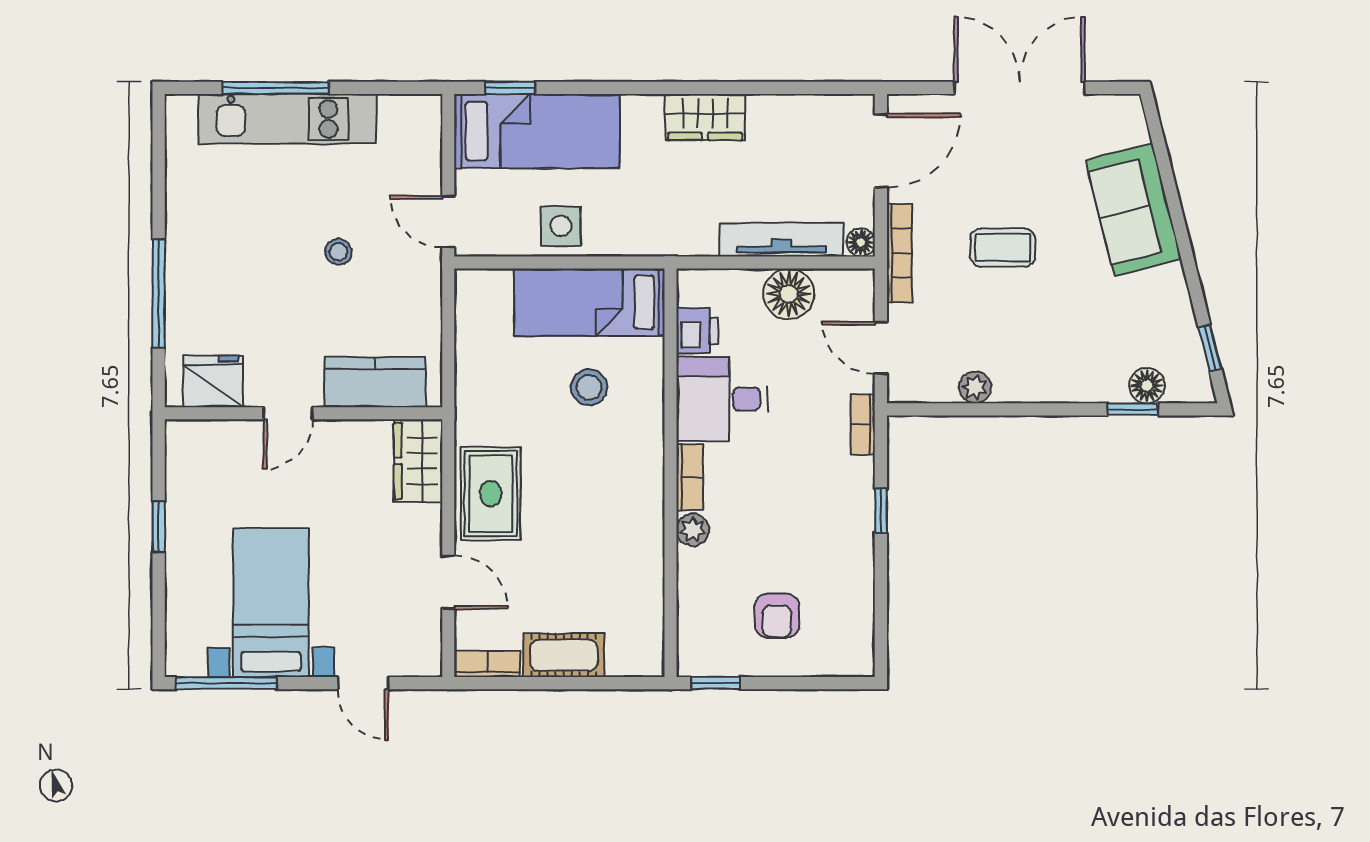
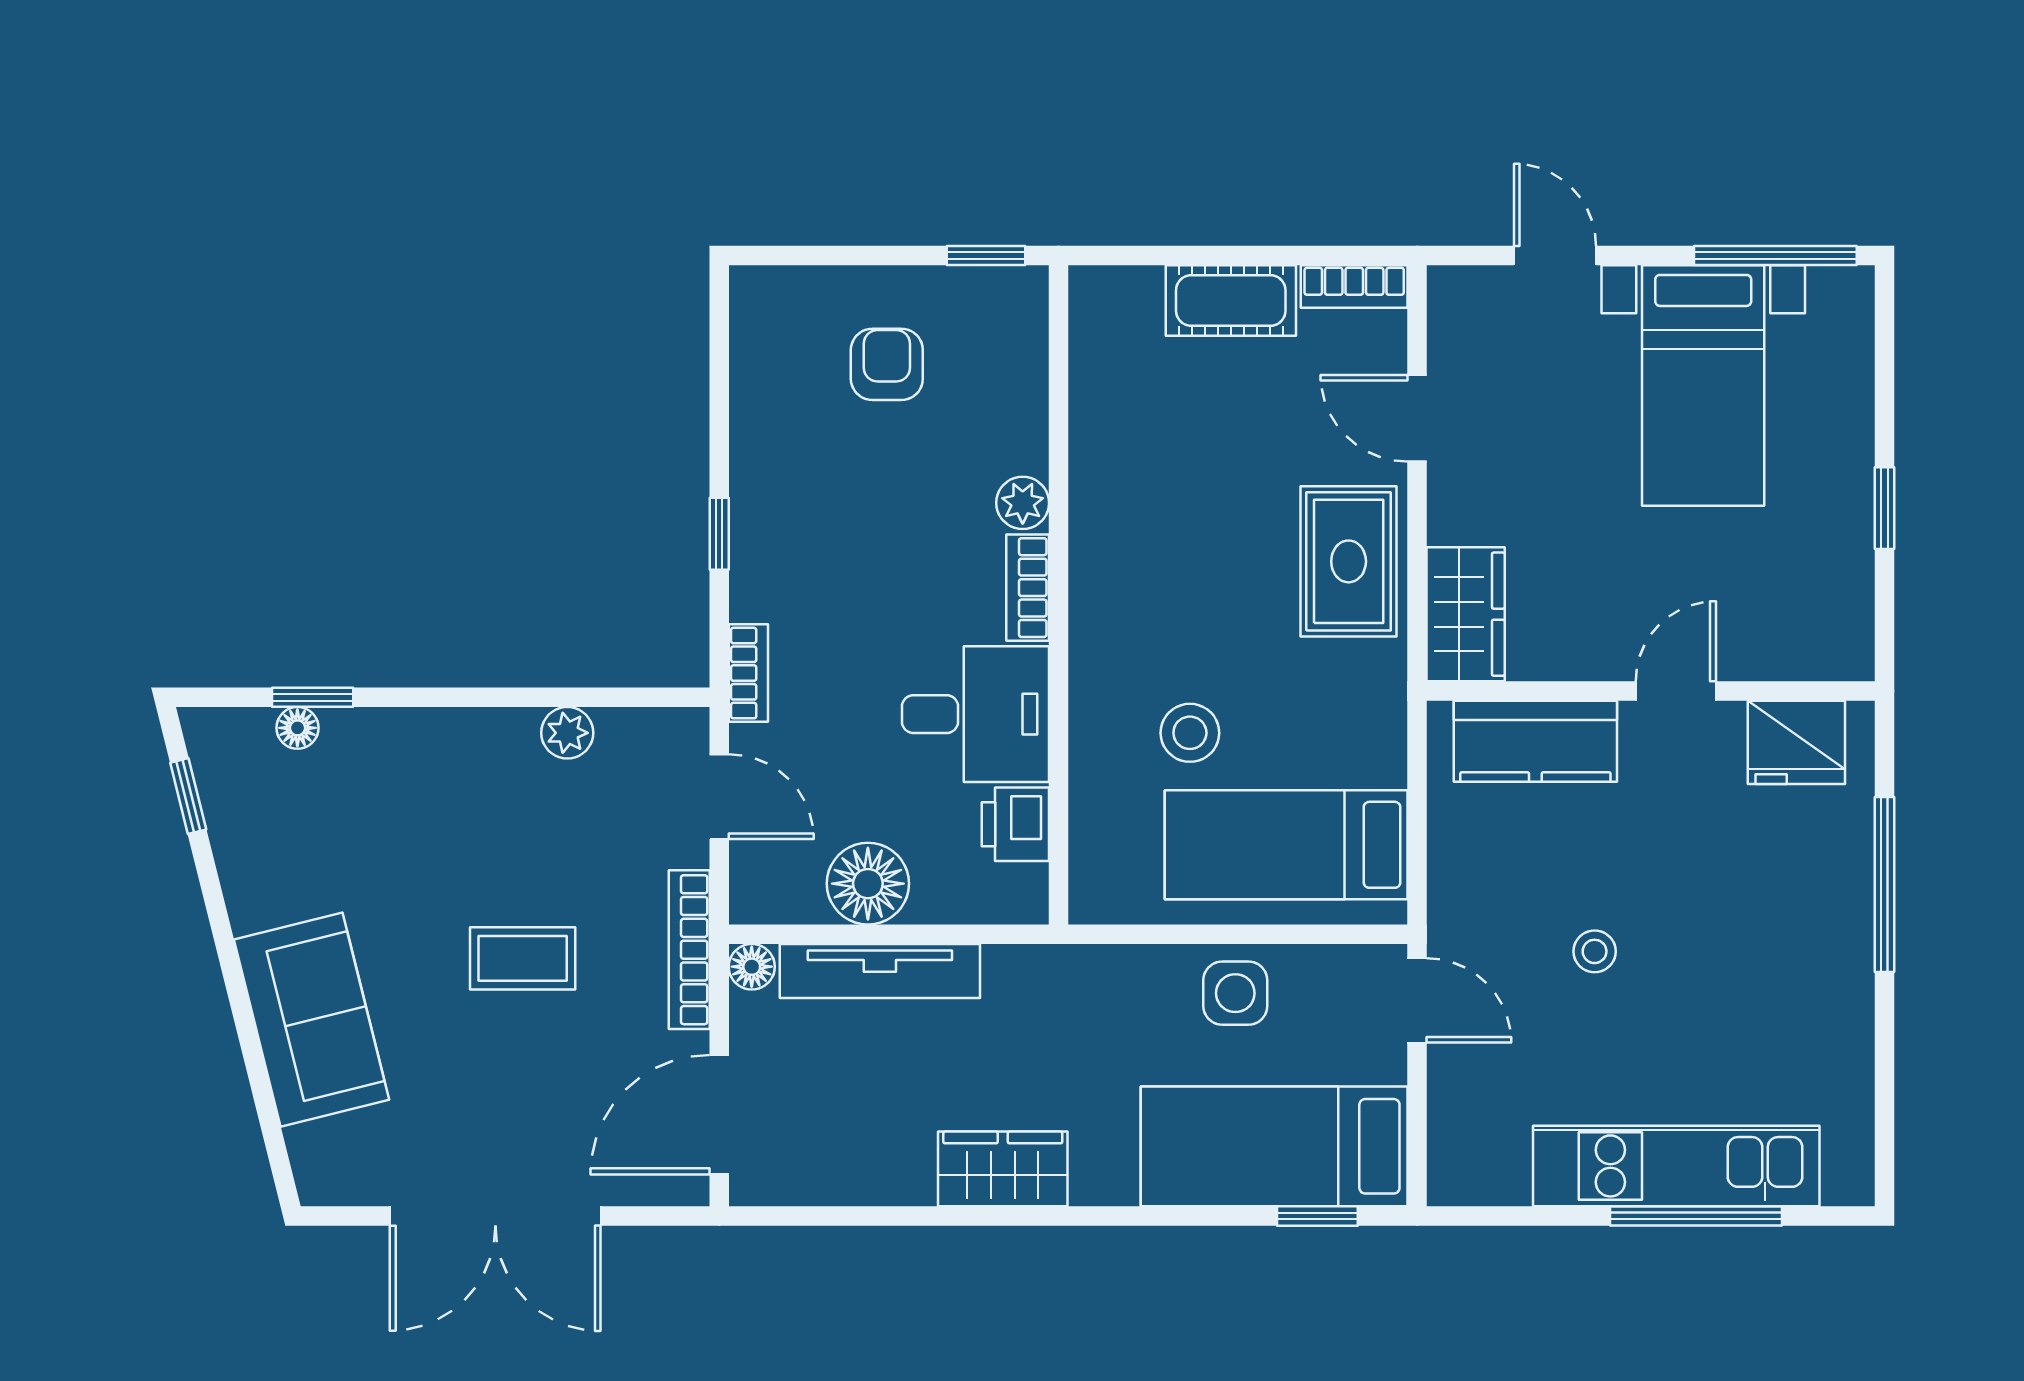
bed: (589, 302) -> (1286, 845), moved, turned 180
floor lamp: (1147, 386) -> (297, 728), width x0.73, depth x0.73

